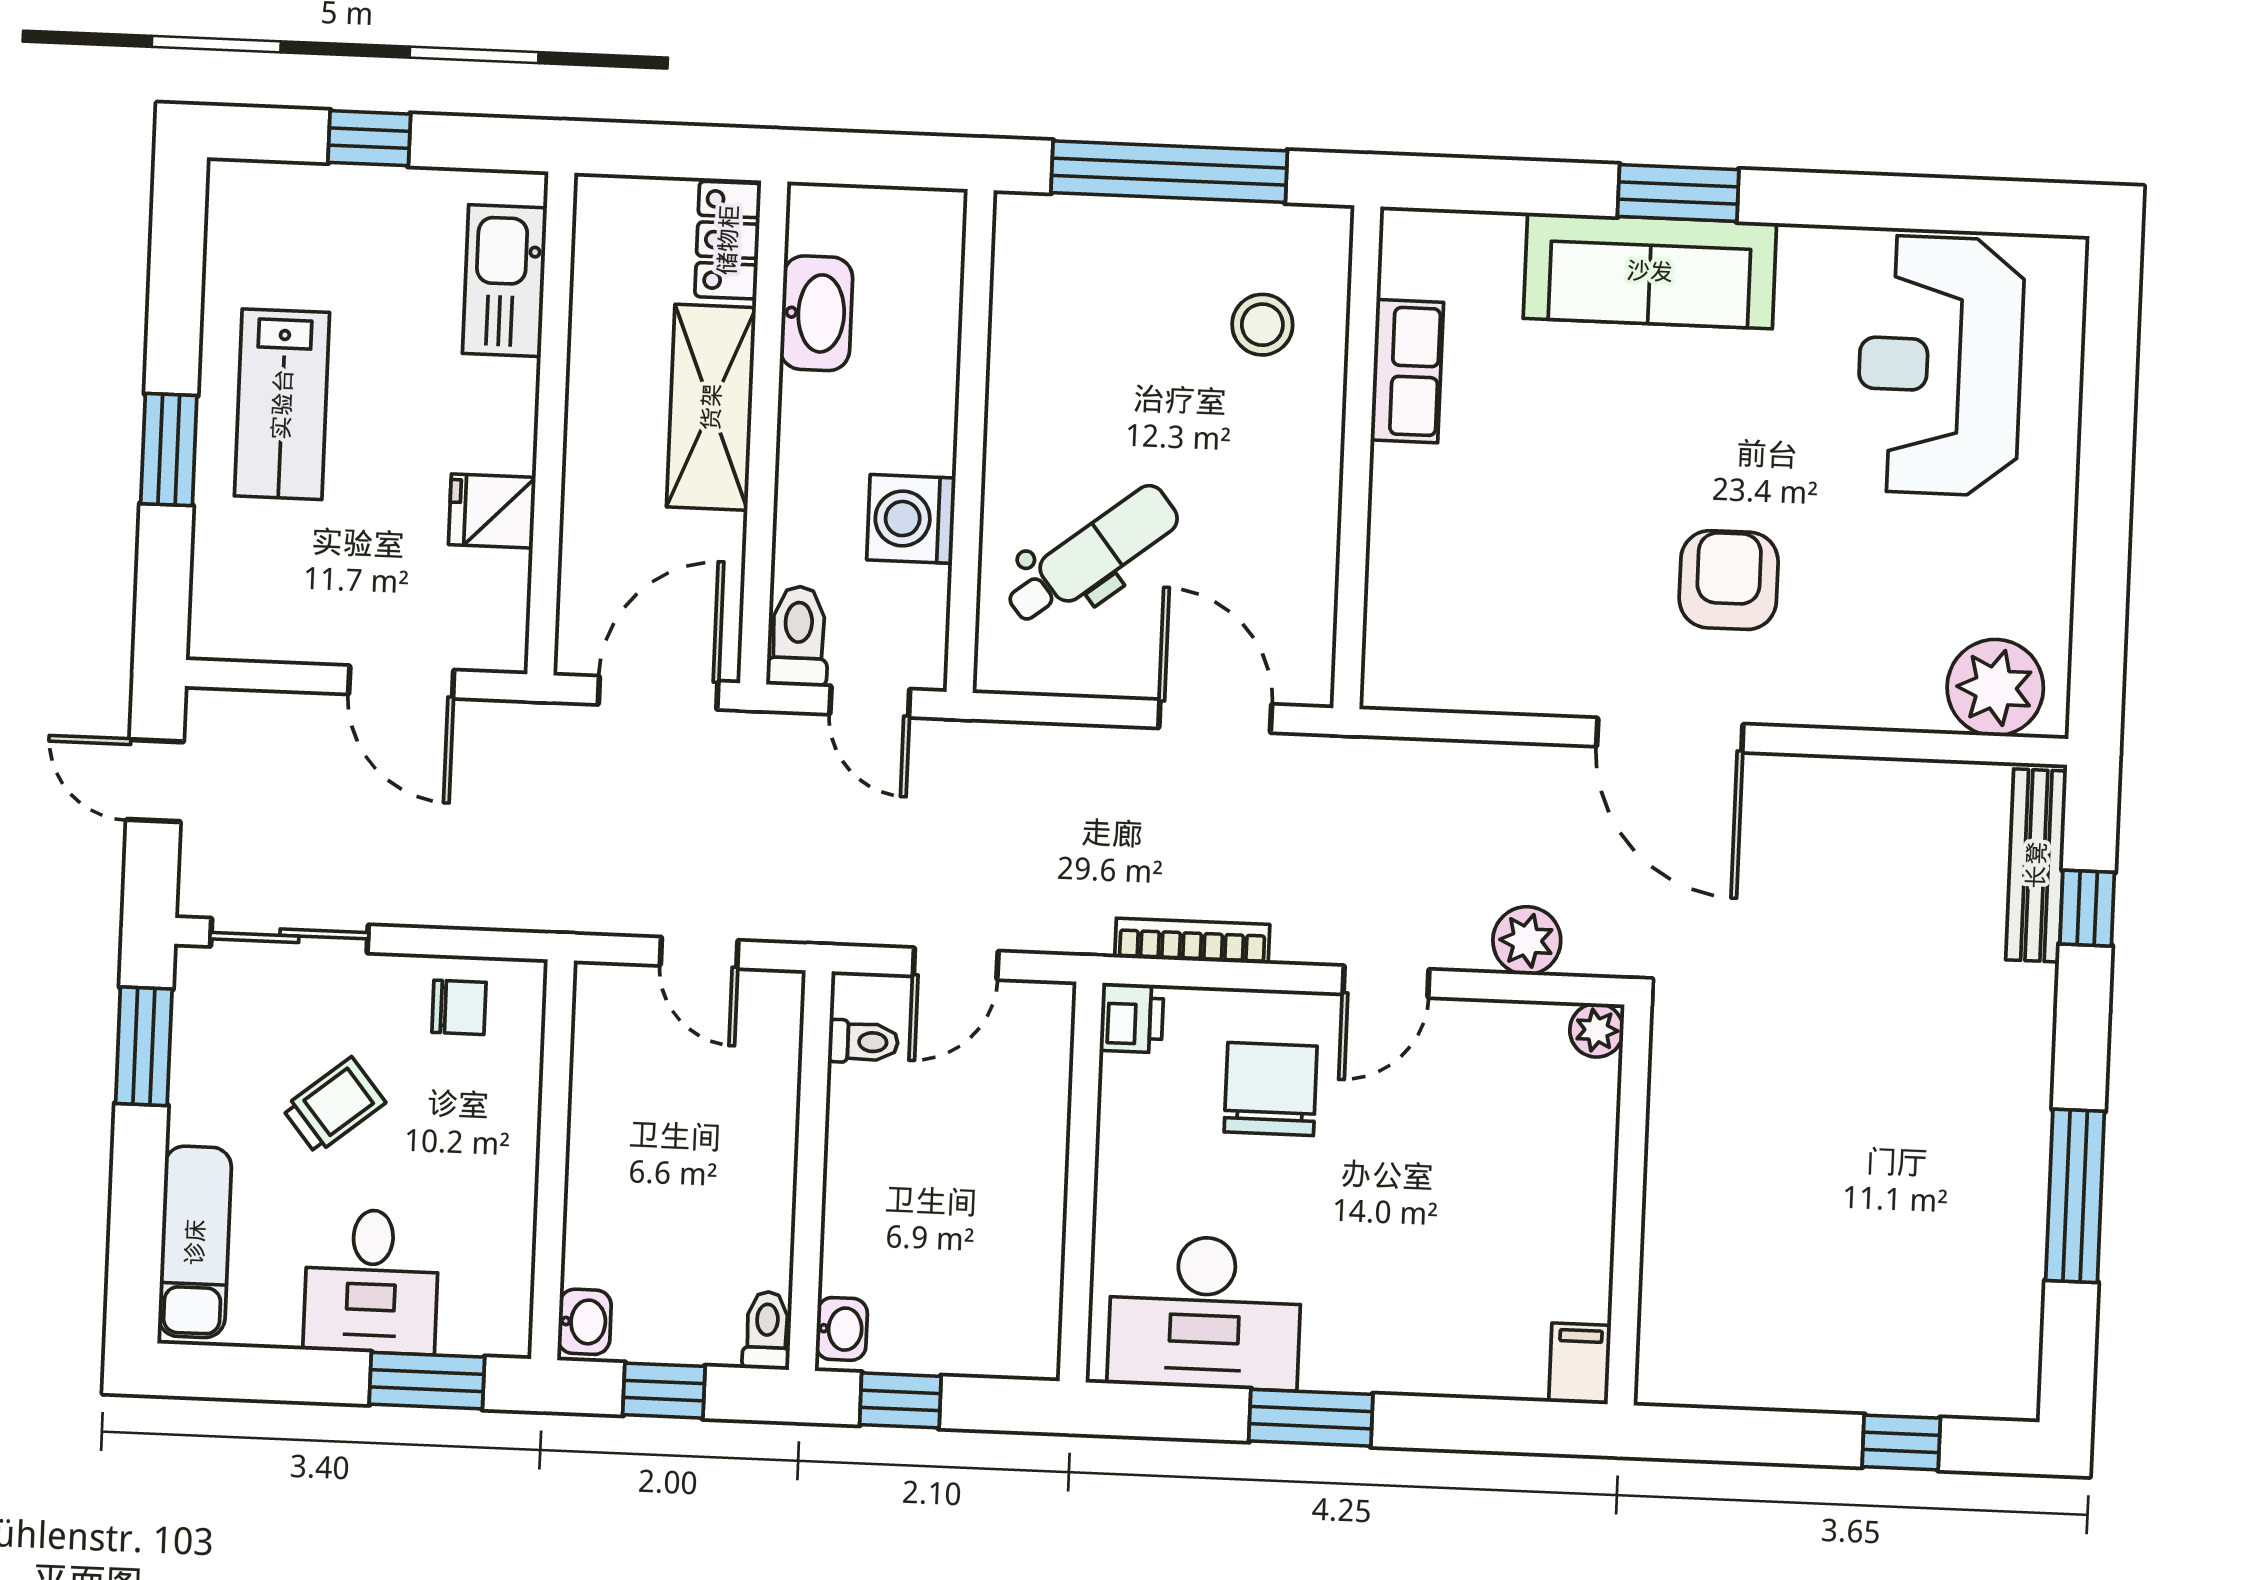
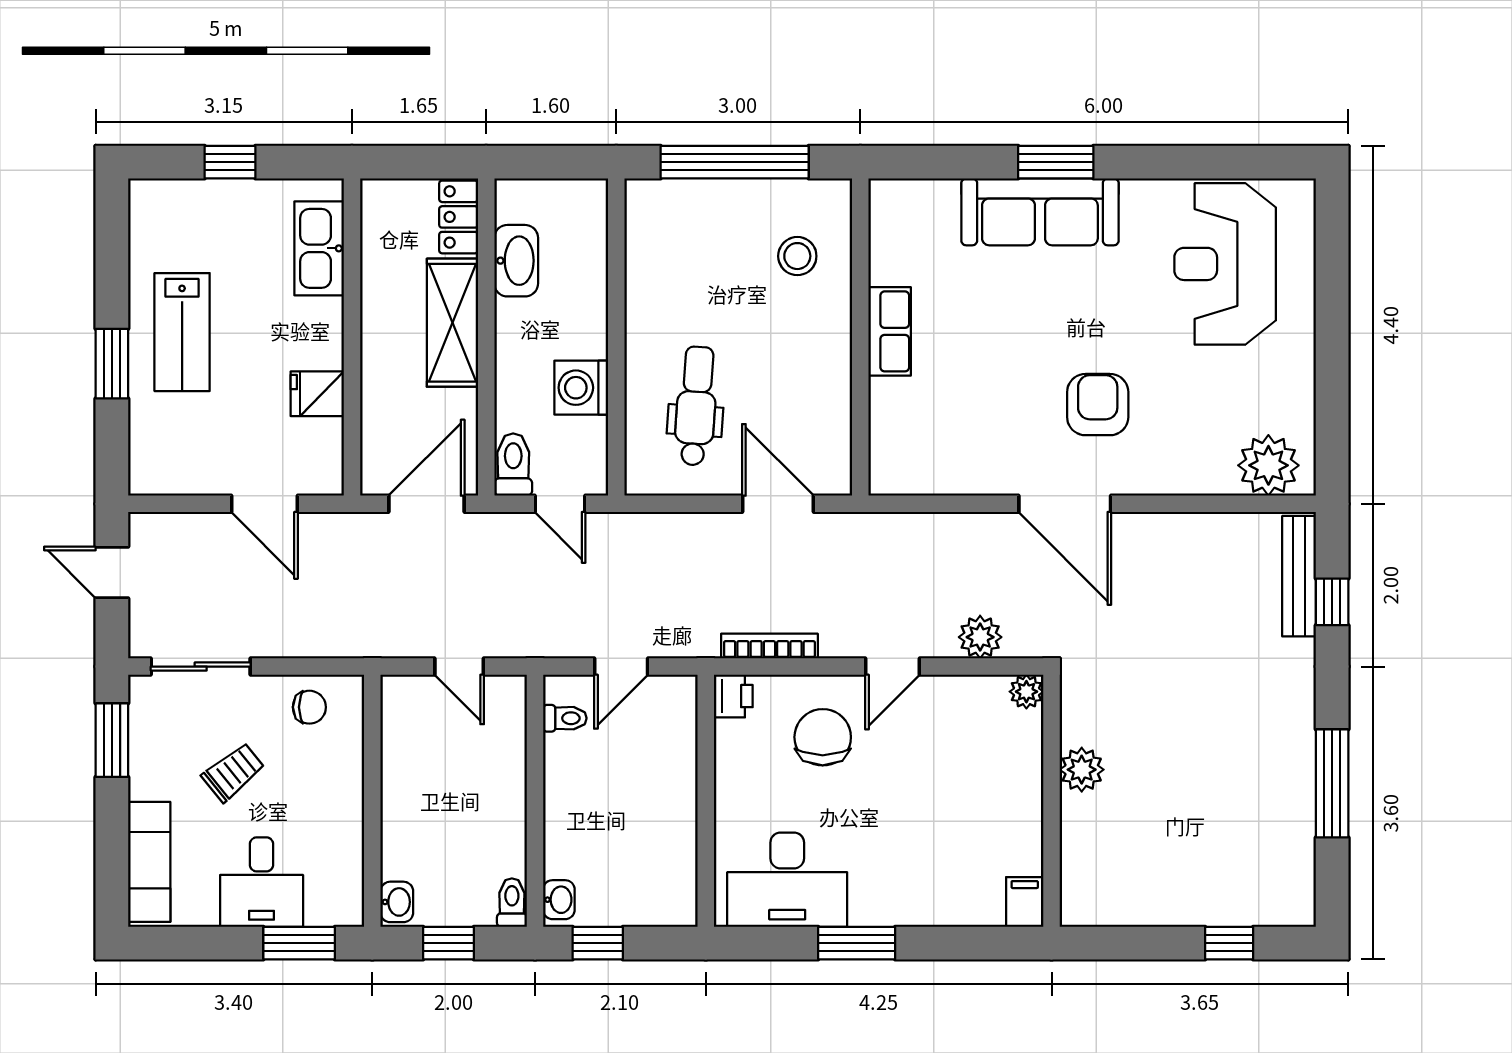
row of seats: (1407, 371) -> (890, 331), moved
dental chair: (1092, 555) -> (696, 406), turned -48
plant: (1679, 1158) -> (1082, 770), added

